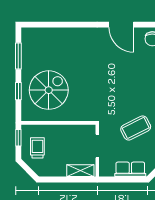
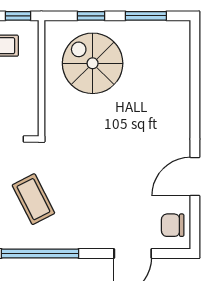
spiral stairs: (49, 90) -> (93, 63), turned 180

